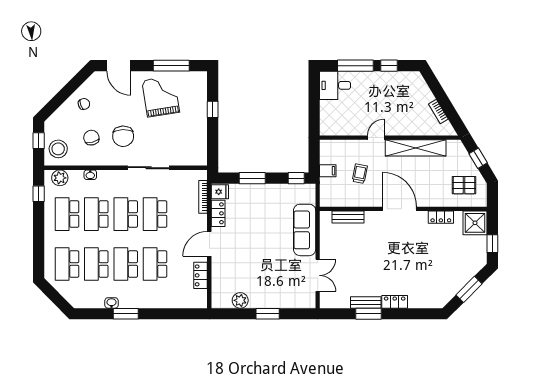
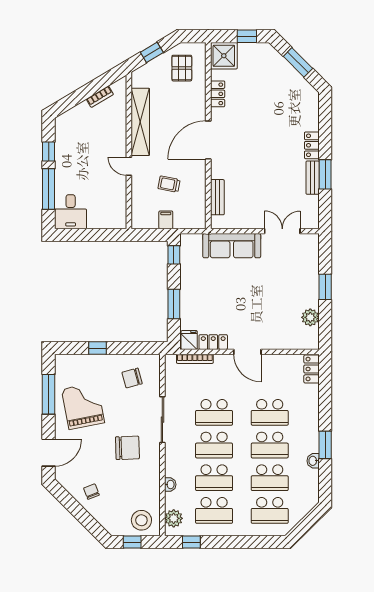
grand piano: (161, 96) -> (83, 406), turned 88
chair: (91, 138) -> (132, 378), moved
locker: (201, 275) -> (312, 369), moved, turned 90

